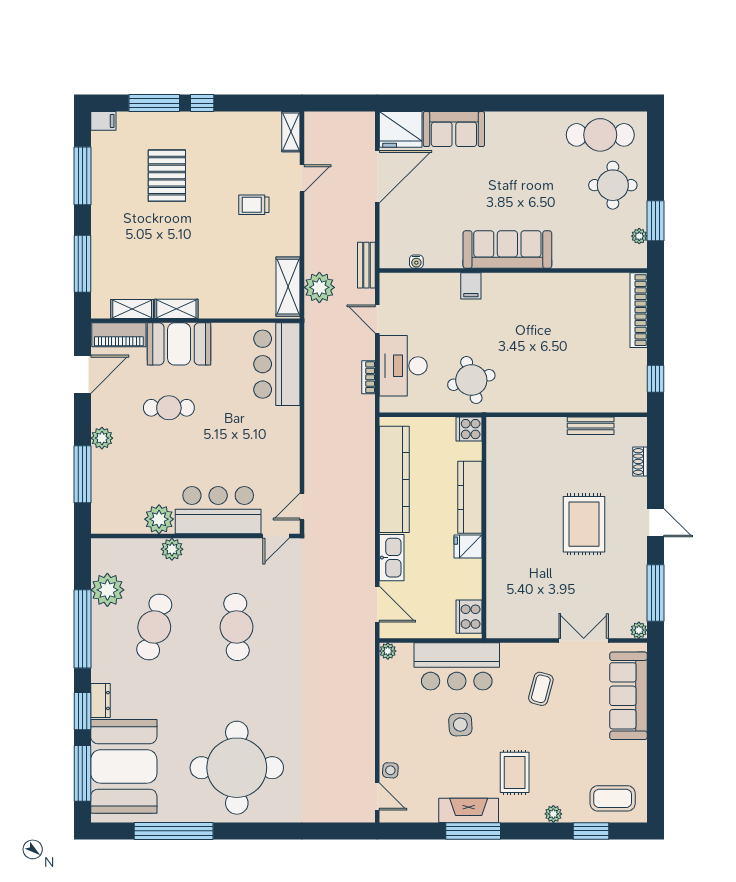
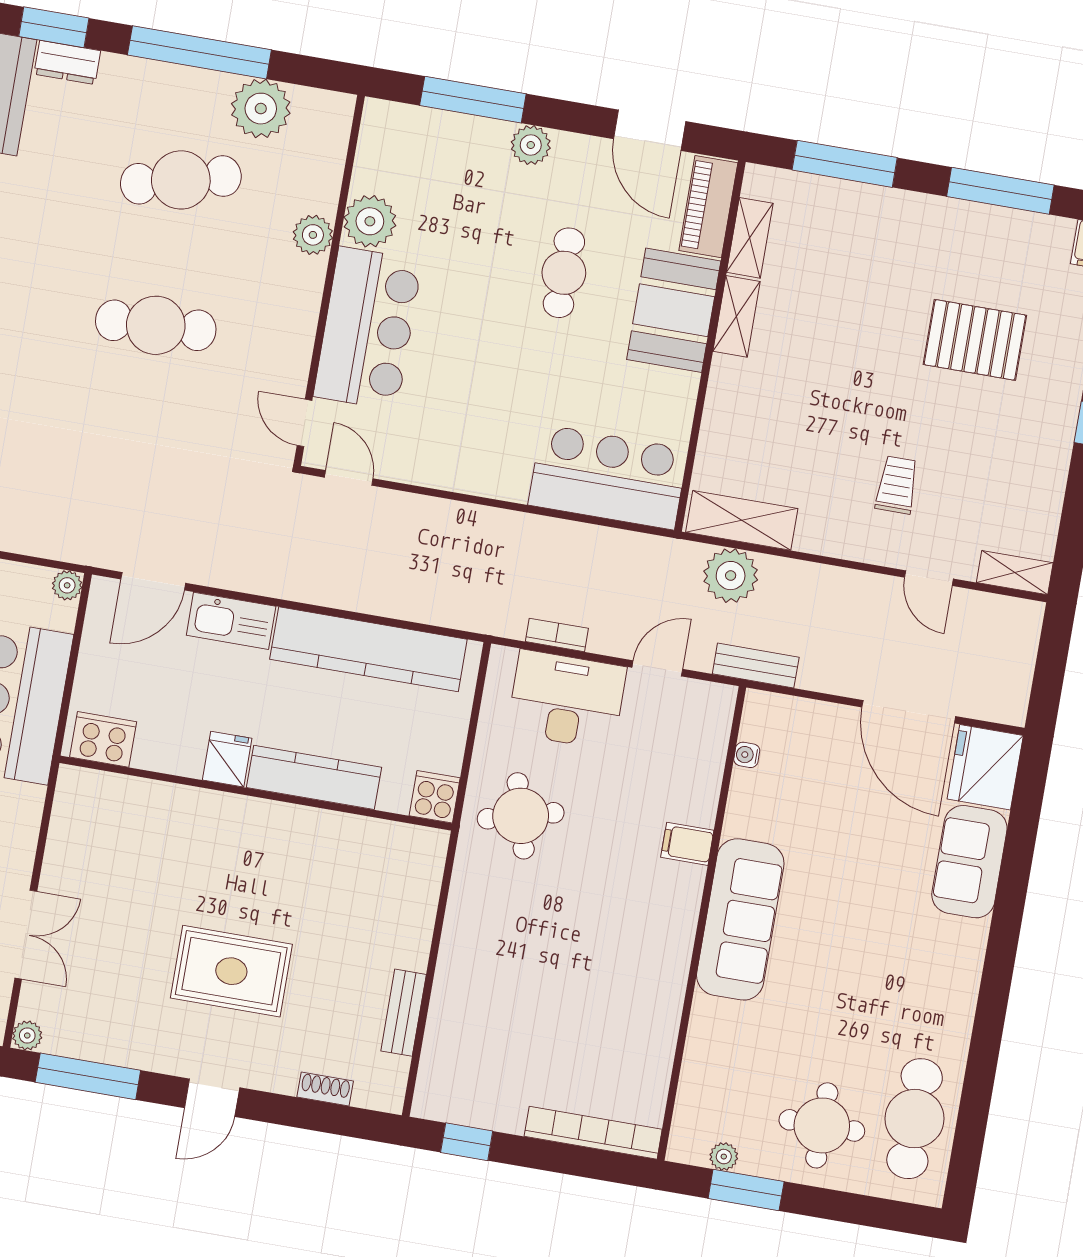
cafe table: (154, 627) -> (181, 180), turned -30

